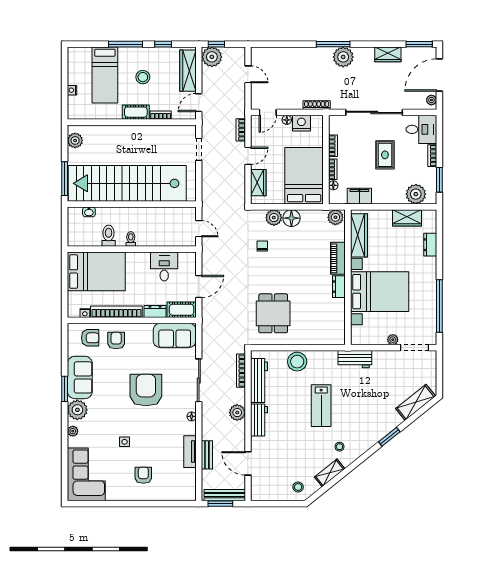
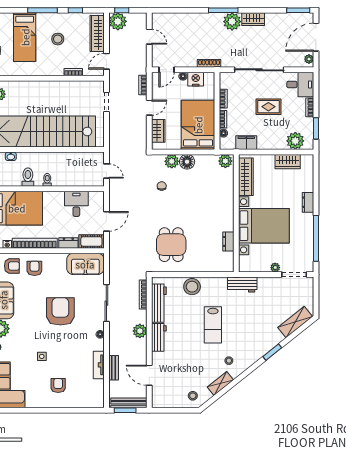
wardrobe: (388, 54) -> (253, 19), moved
cot: (136, 112) -> (52, 69), removed
rug: (385, 155) -> (268, 107), turned 90
dresser: (430, 245) -> (308, 202), moved
piano: (338, 258) -> (227, 197), removed
dresser: (339, 287) -> (228, 241), moved

